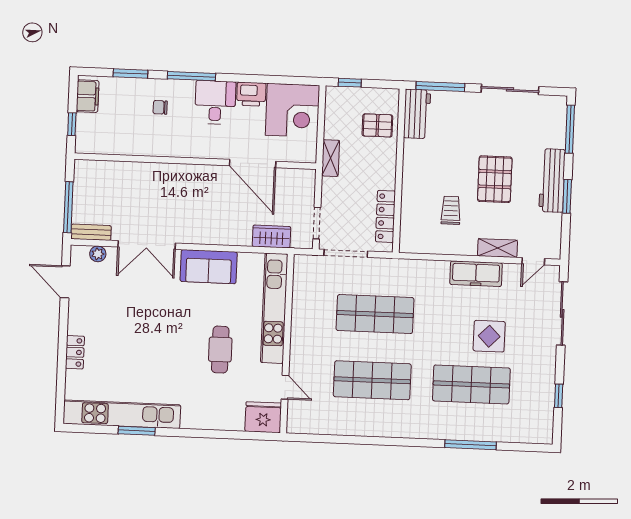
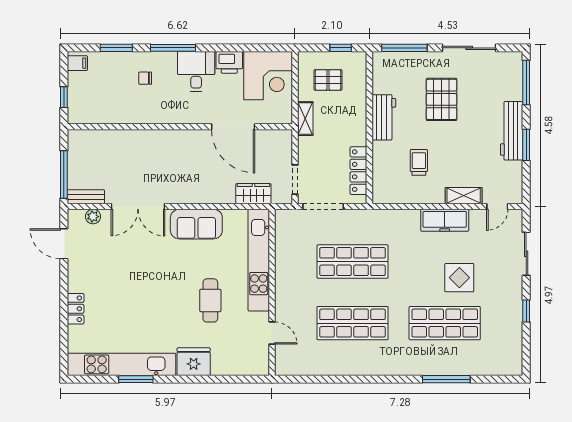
window: (350, 83) -> (341, 48), moved
filing cabinet: (88, 96) -> (77, 63), width x0.50
workbench: (417, 114) -> (384, 117), moved
pallet: (377, 125) -> (328, 80), moved
pallet: (495, 179) -> (442, 99), moved
sliding door: (562, 313) -> (526, 254), width x0.73
window: (559, 396) -> (526, 311), moved
fridge: (263, 417) -> (194, 362), moved

